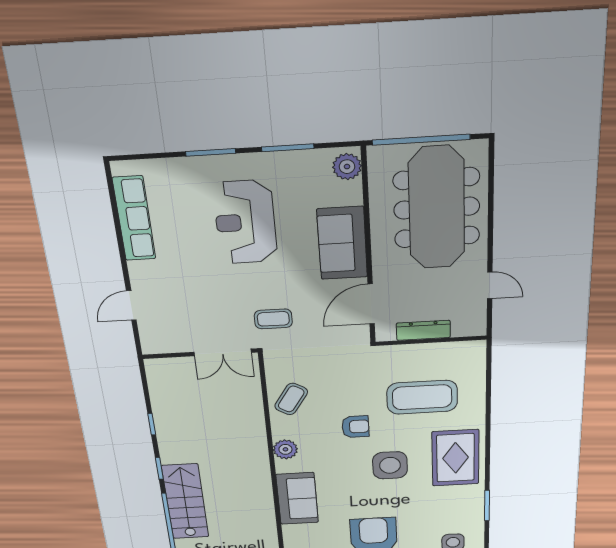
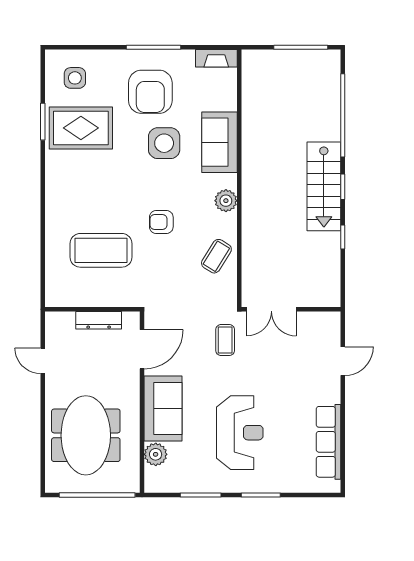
plant: (347, 167) -> (156, 454), moved
meeting table: (437, 208) -> (86, 435), width x0.73
coffee table: (273, 319) -> (225, 340), turned 90
double door: (223, 352) -> (271, 309), swing flipped
rug: (455, 458) -> (81, 128), moved, turned 90
side table: (390, 465) -> (164, 143), moved
stairs: (185, 502) -> (324, 186), moved

